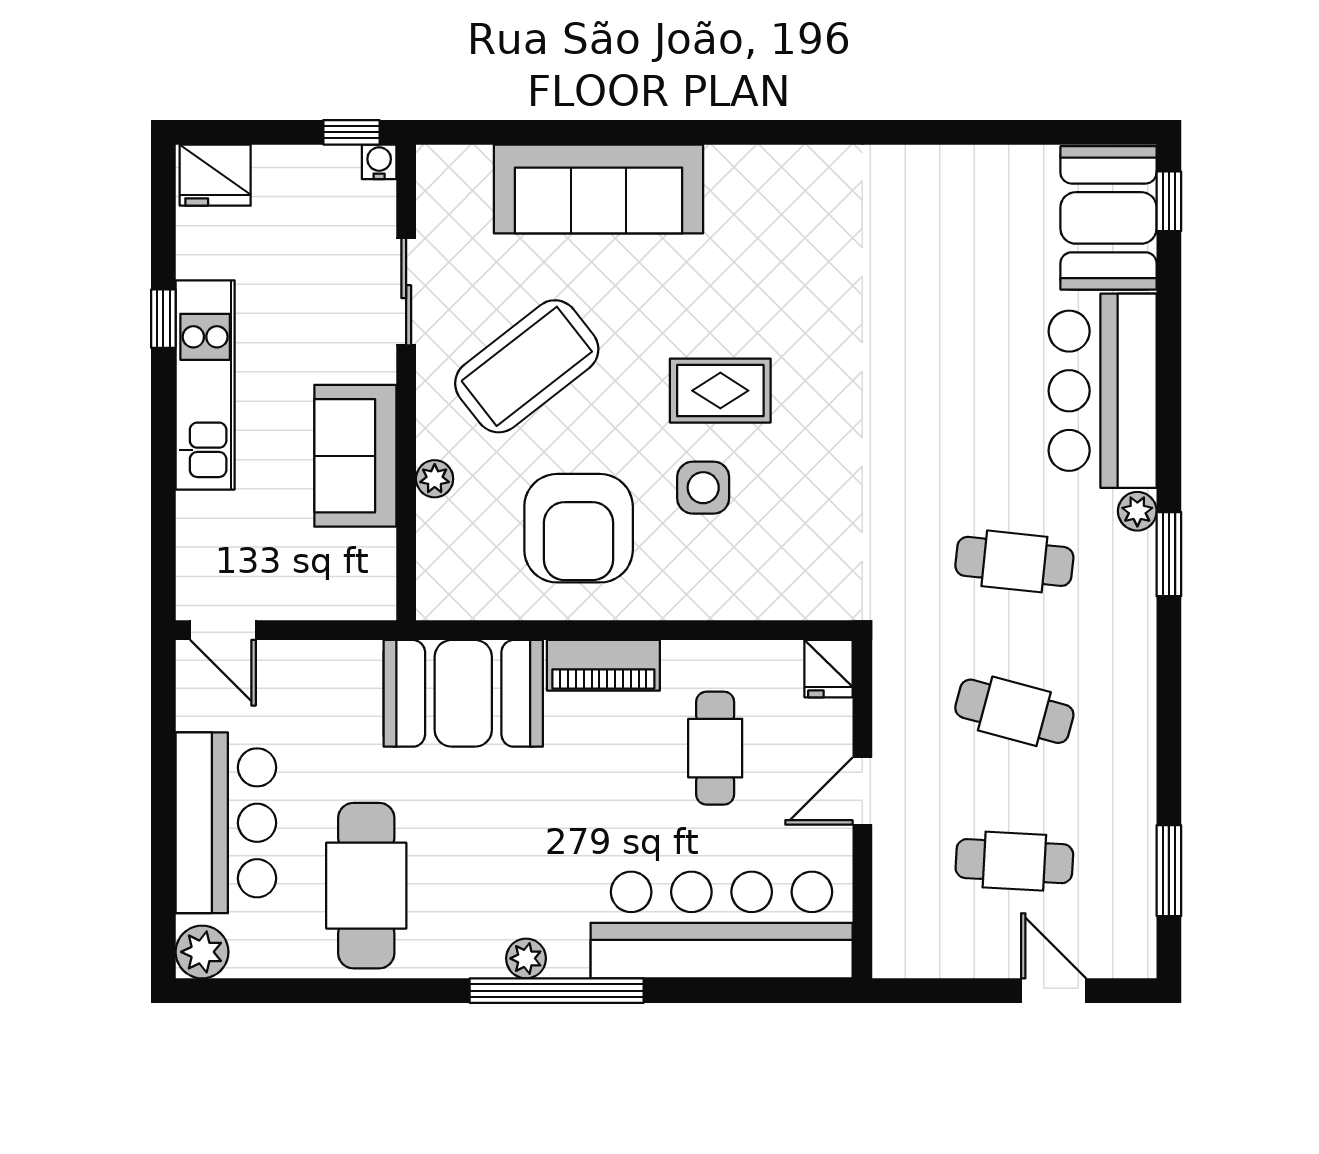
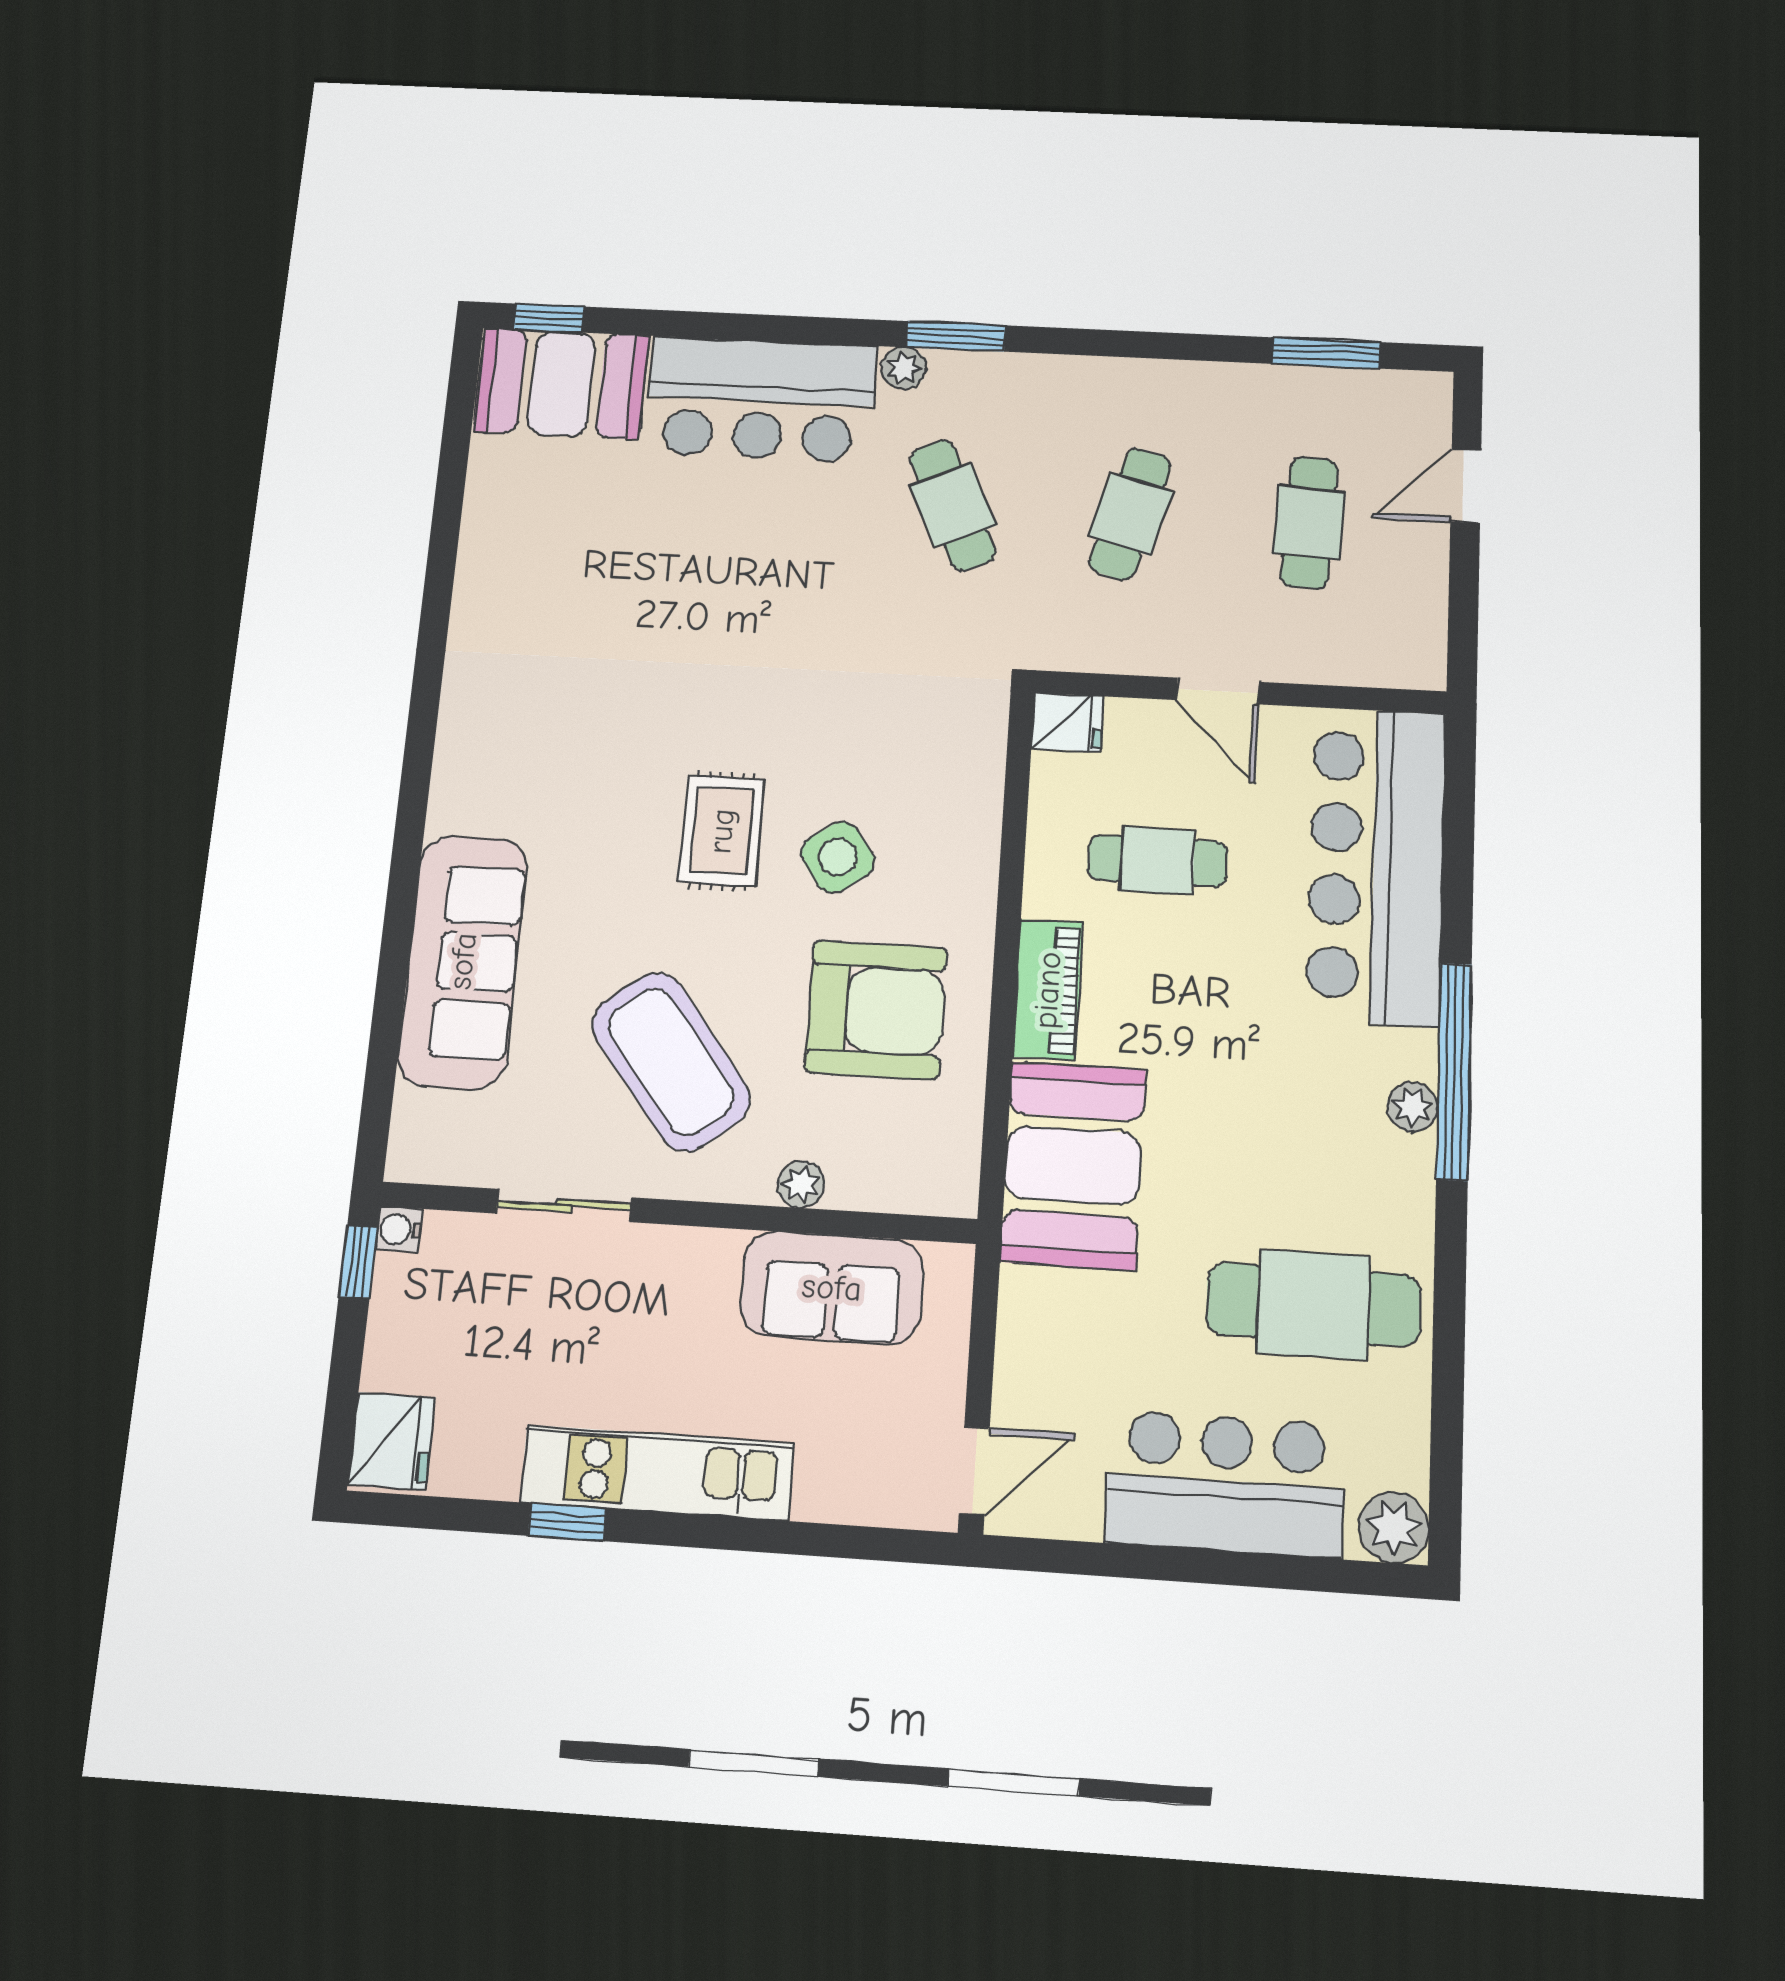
sofa: (355, 456) -> (832, 1288), moved
side table: (703, 488) -> (838, 857), turned -35
cafe table: (1014, 561) -> (953, 505), turned -30

